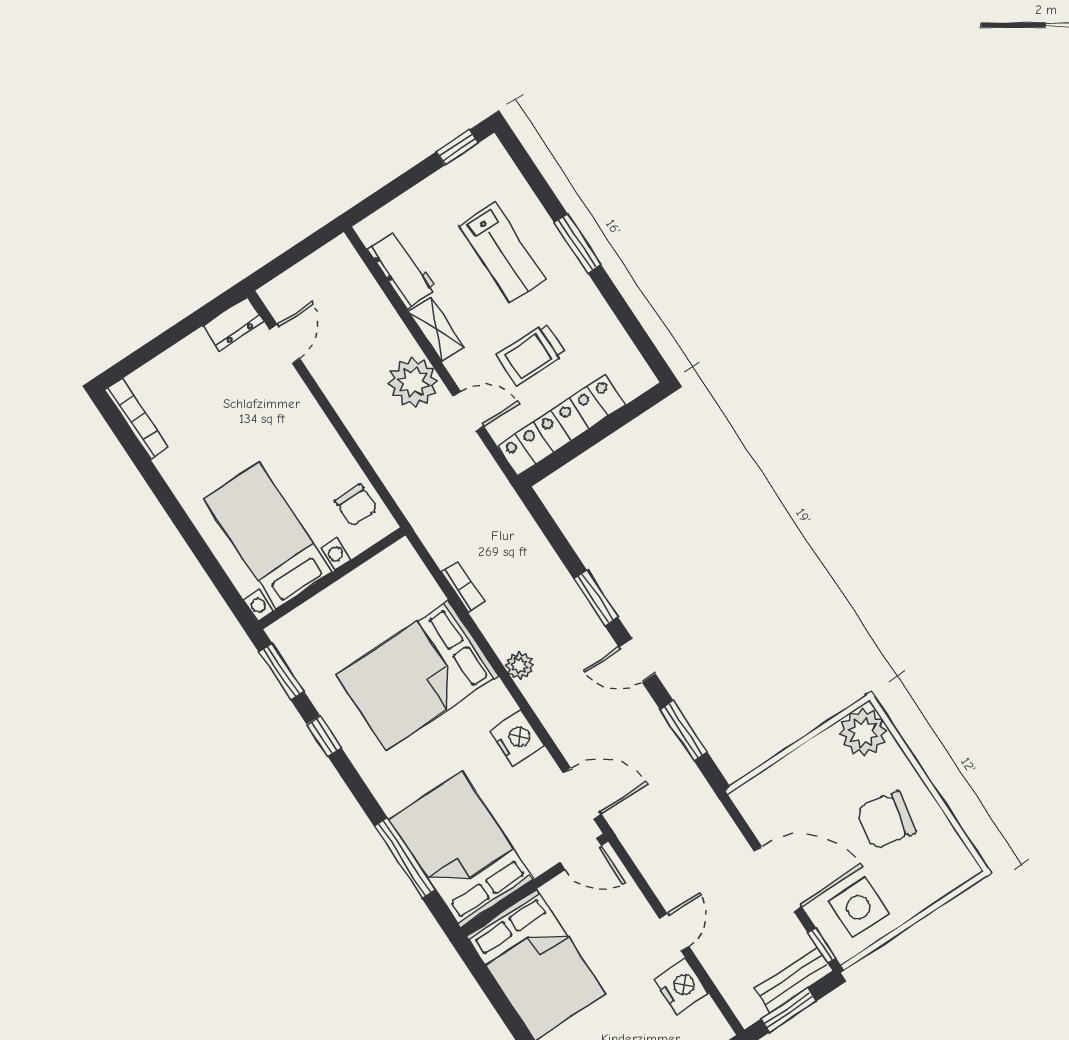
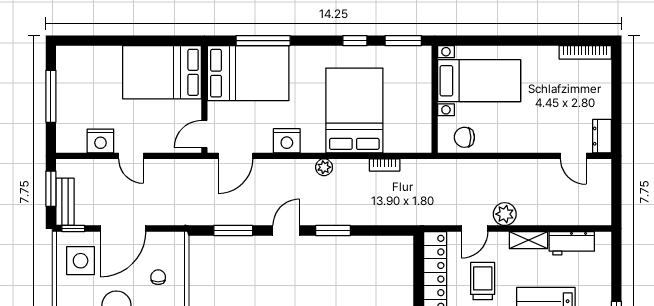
plant: (413, 382) -> (505, 214), width x0.73, depth x0.73
chair: (812, 789) -> (158, 277), added

